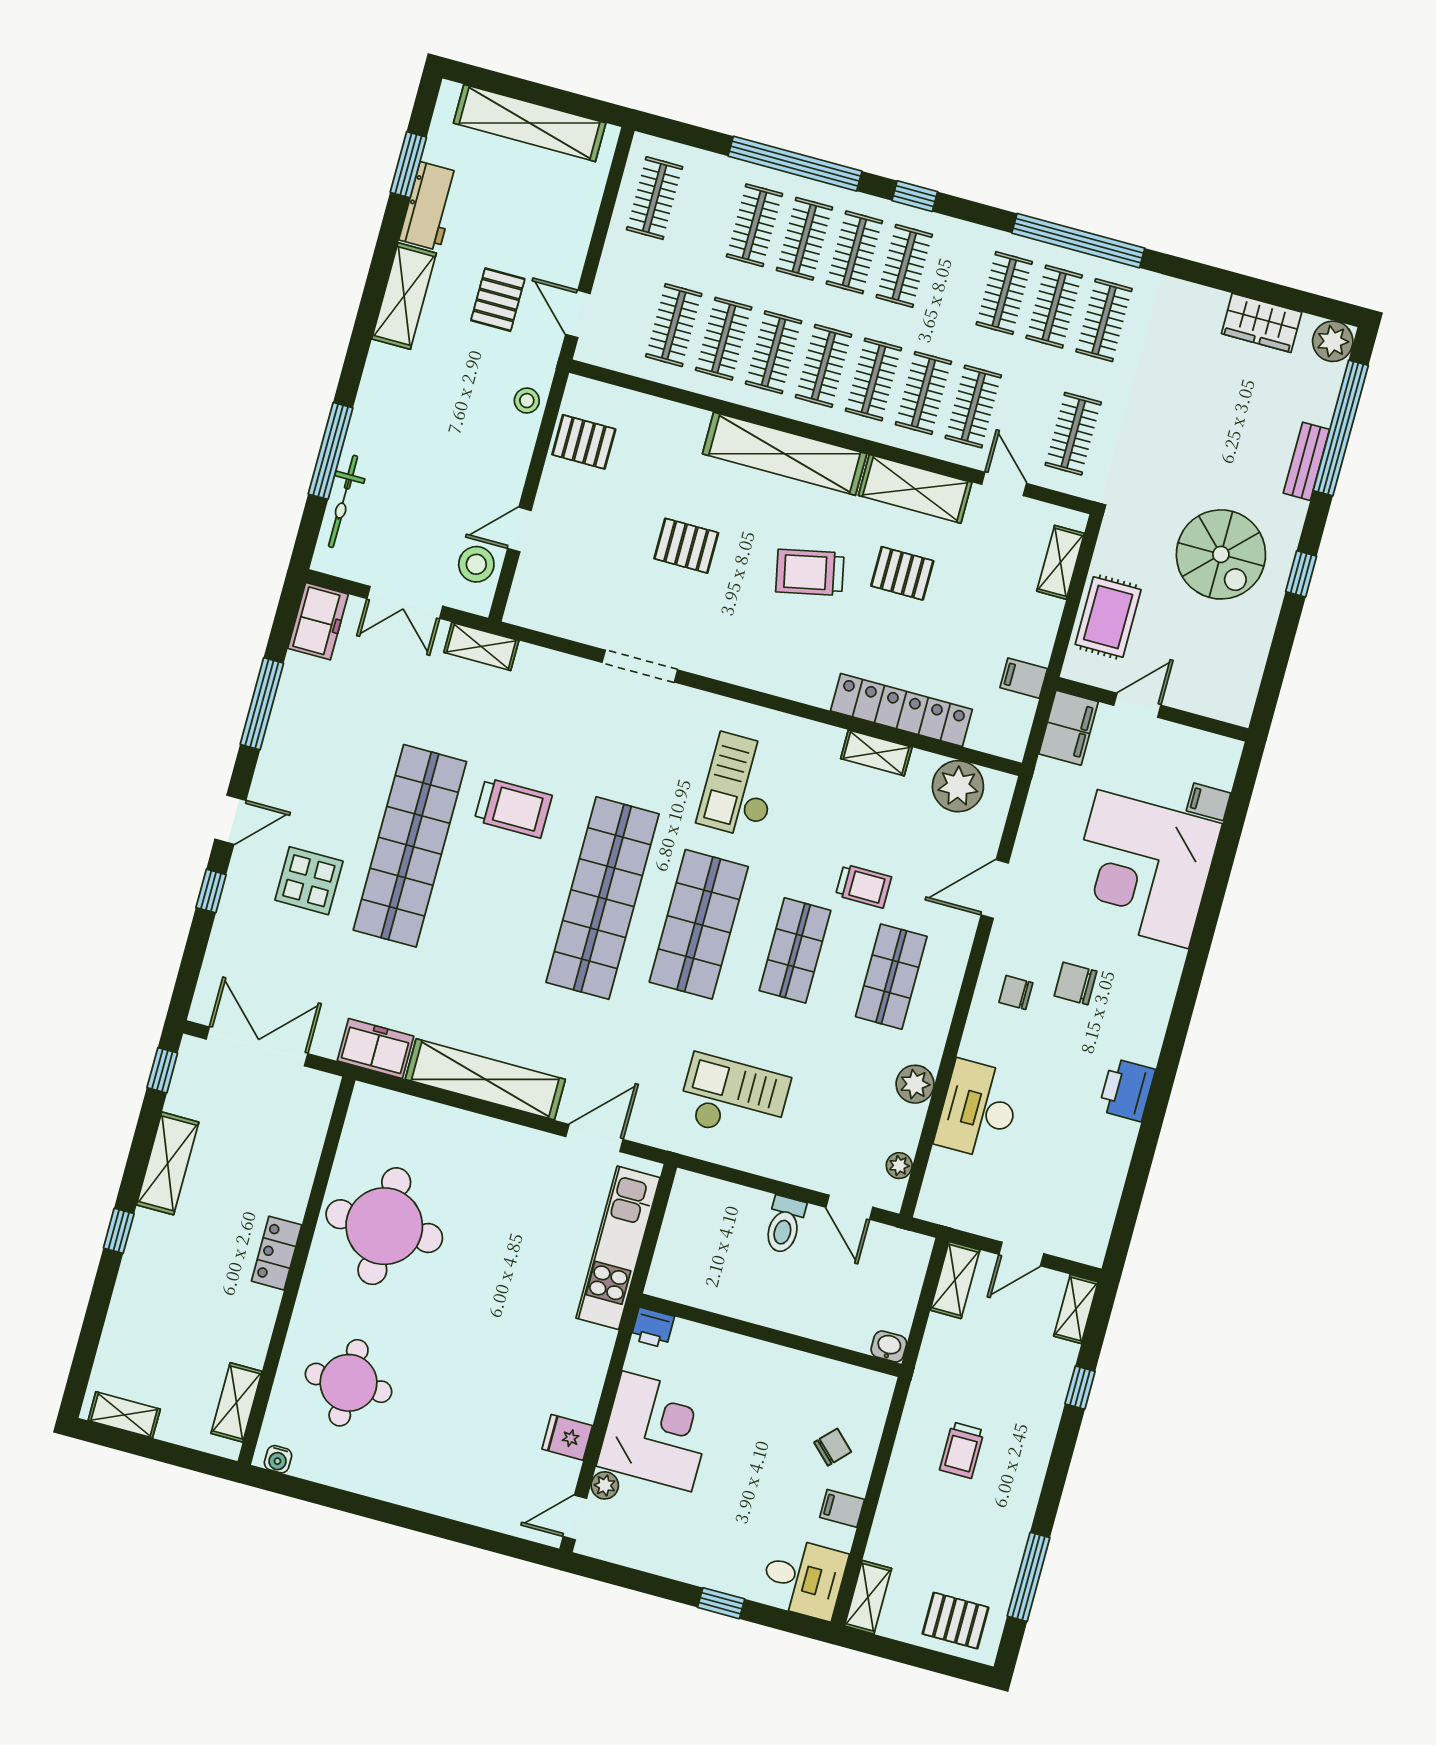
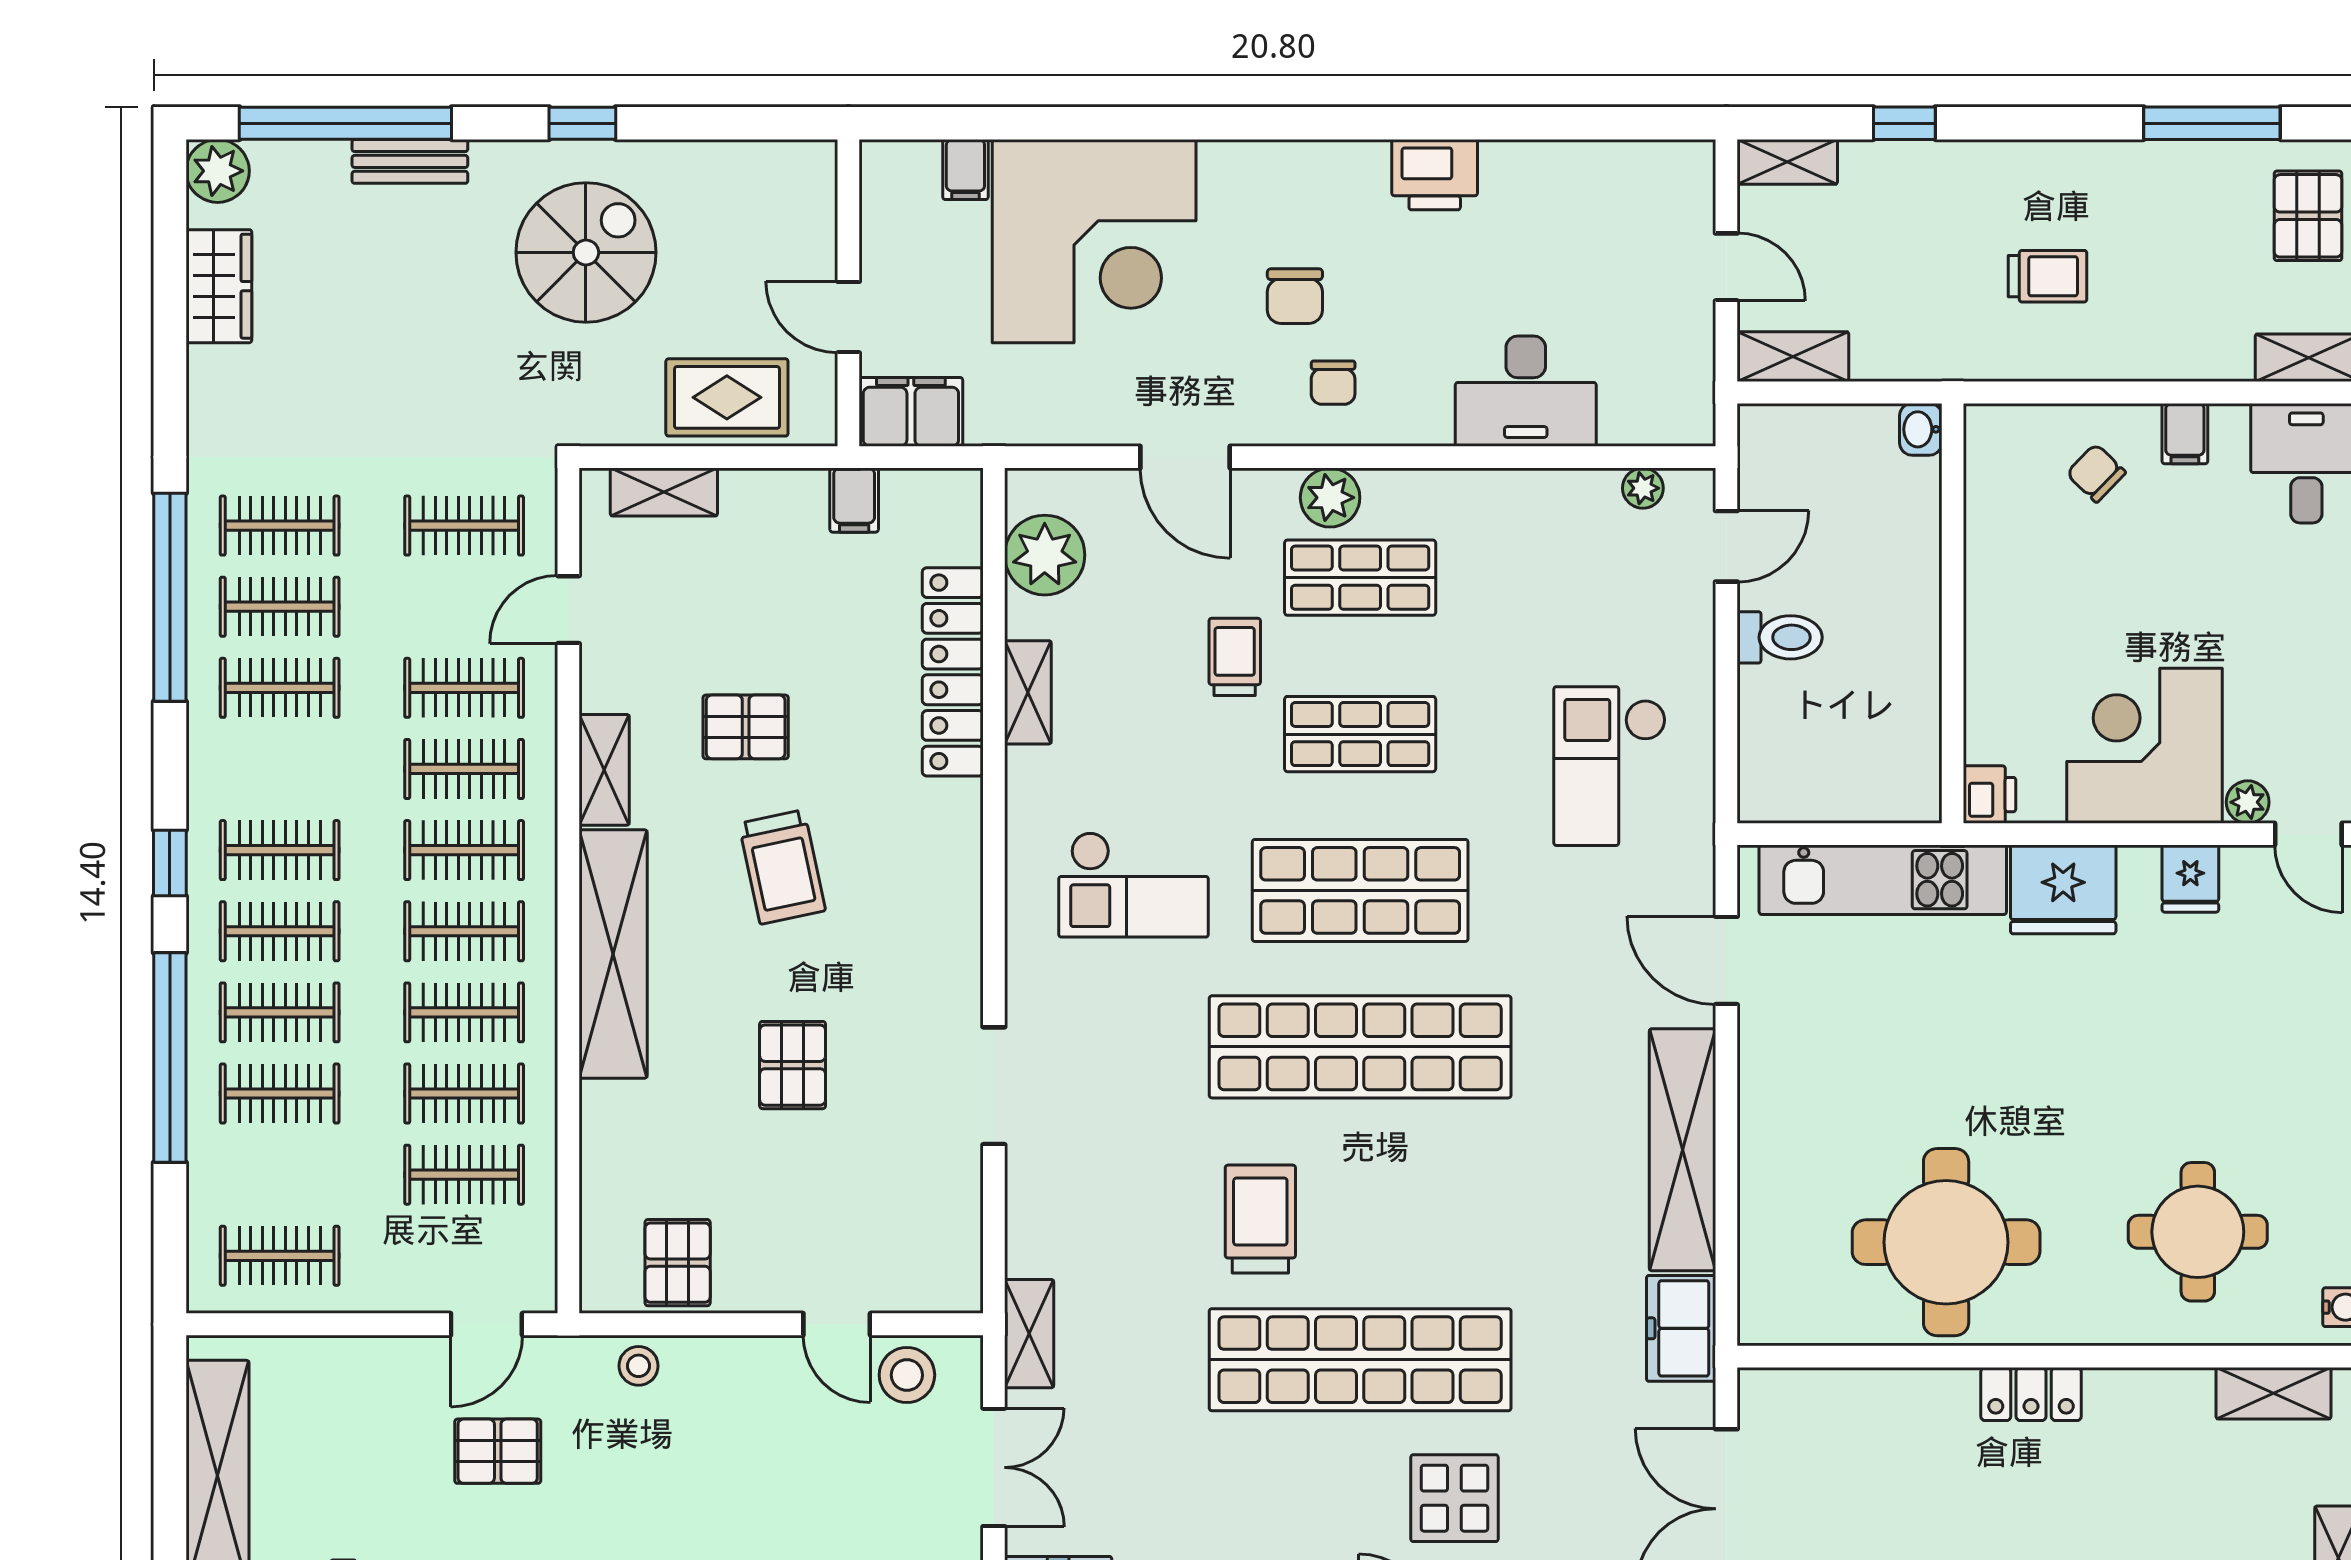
shelving: (915, 489) -> (604, 770), width x0.67, depth x0.75
pallet: (902, 573) -> (746, 727), turned 90
plant: (915, 1084) -> (1330, 498), moved
fridge: (582, 1357) -> (2063, 889), added

